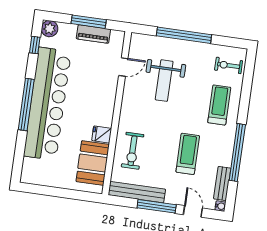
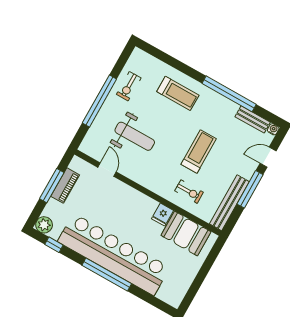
exercise bike: (229, 65) -> (129, 86), moved
treadmill: (219, 105) -> (178, 93), turned 180
exercise bike: (133, 151) -> (189, 192), width x0.73, depth x0.72
treadmill: (188, 154) -> (199, 152), moved, turned 90

